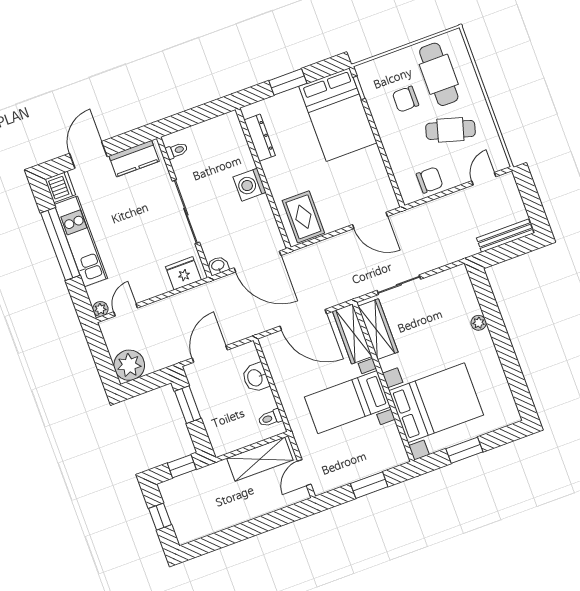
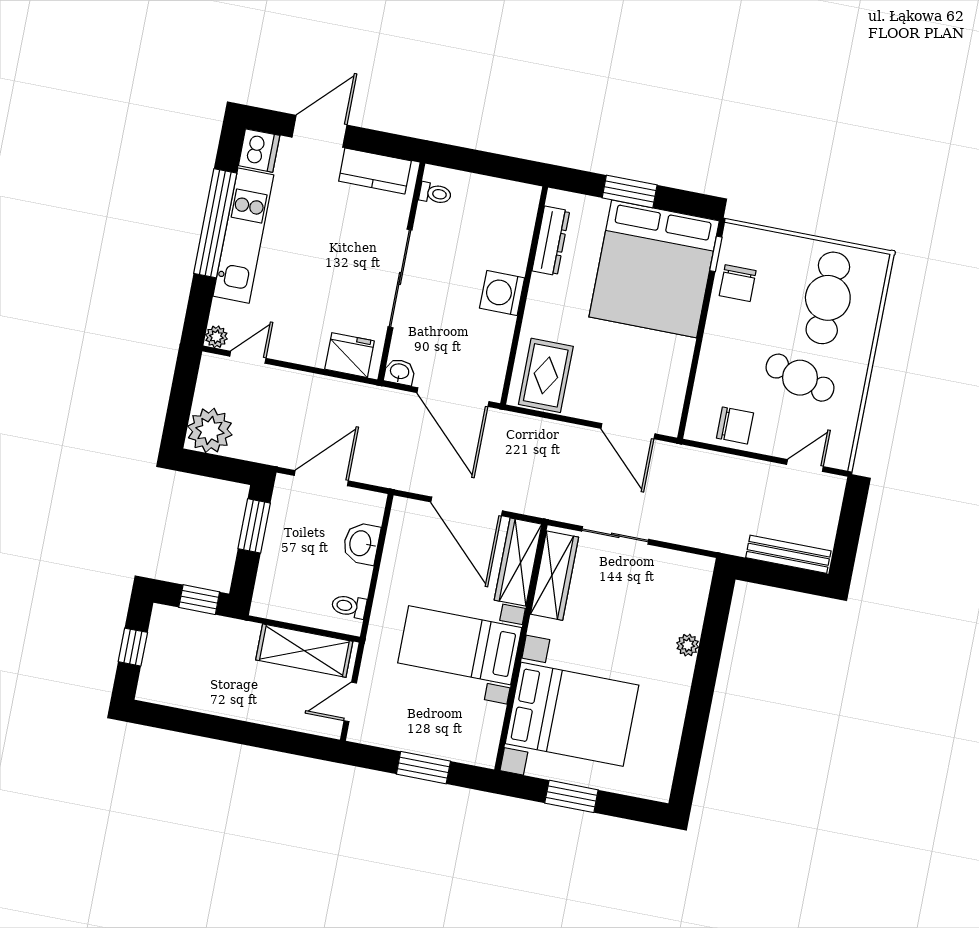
chair: (406, 99) -> (738, 283), moved, turned -90
bed: (338, 115) -> (654, 269), width x1.36

